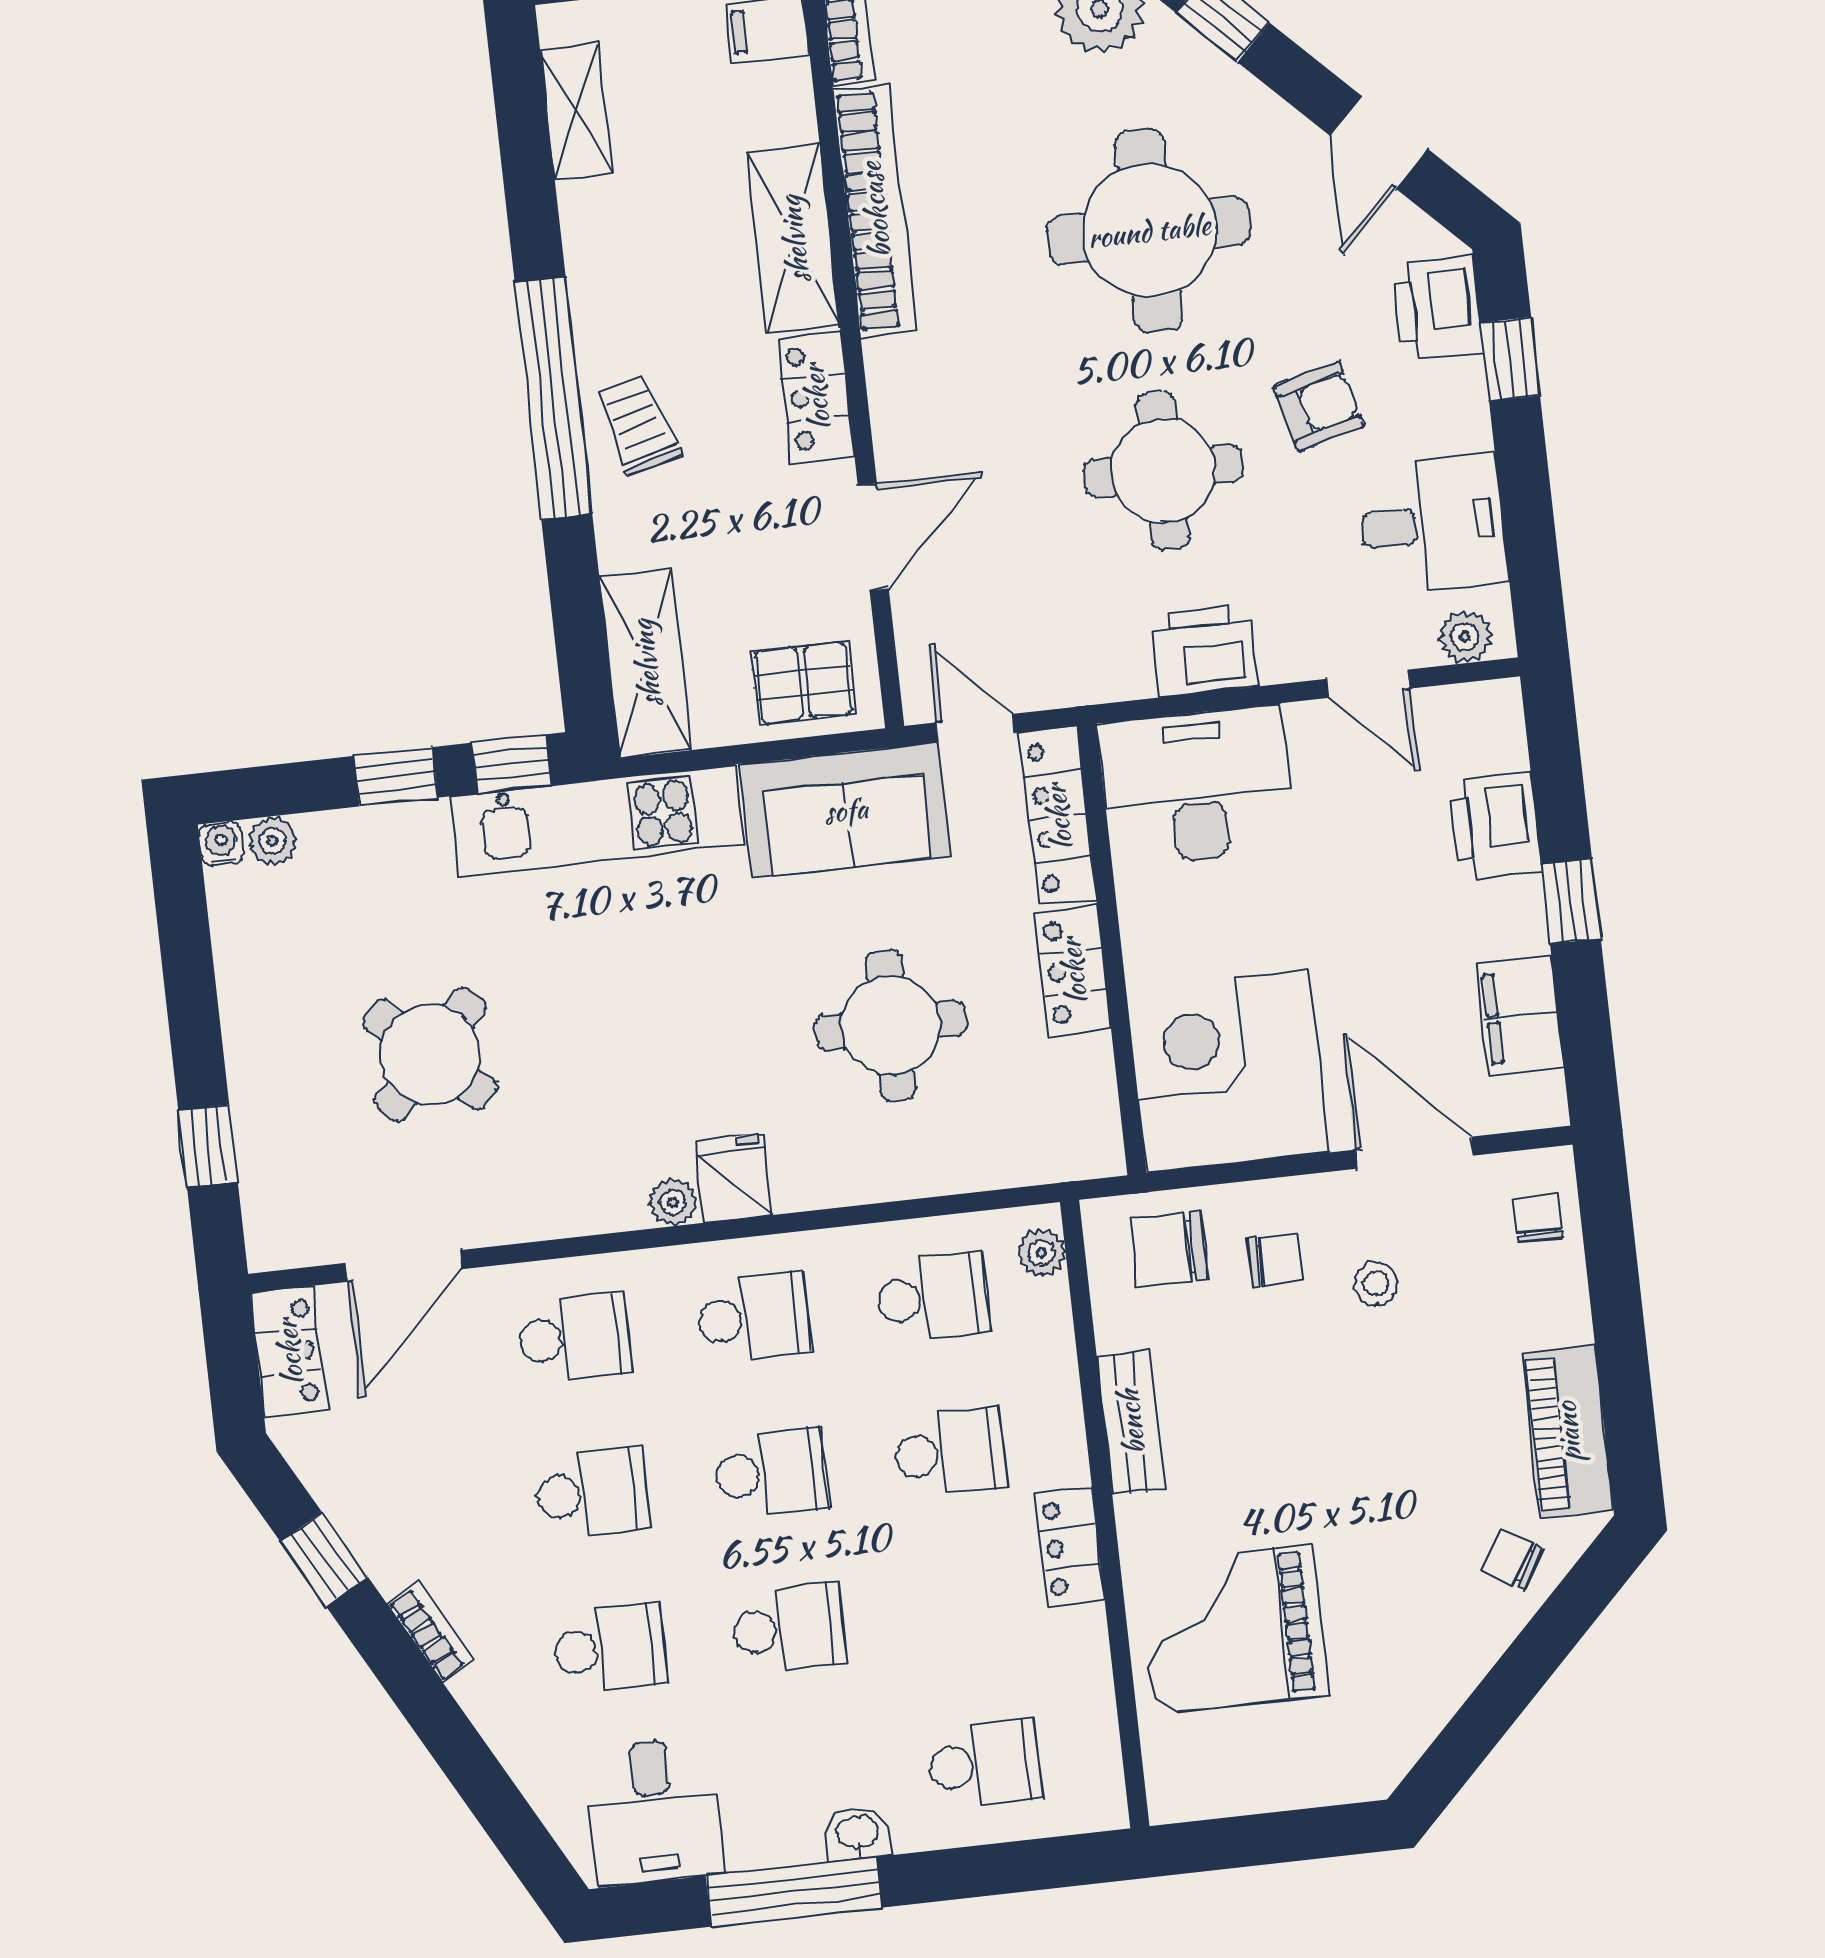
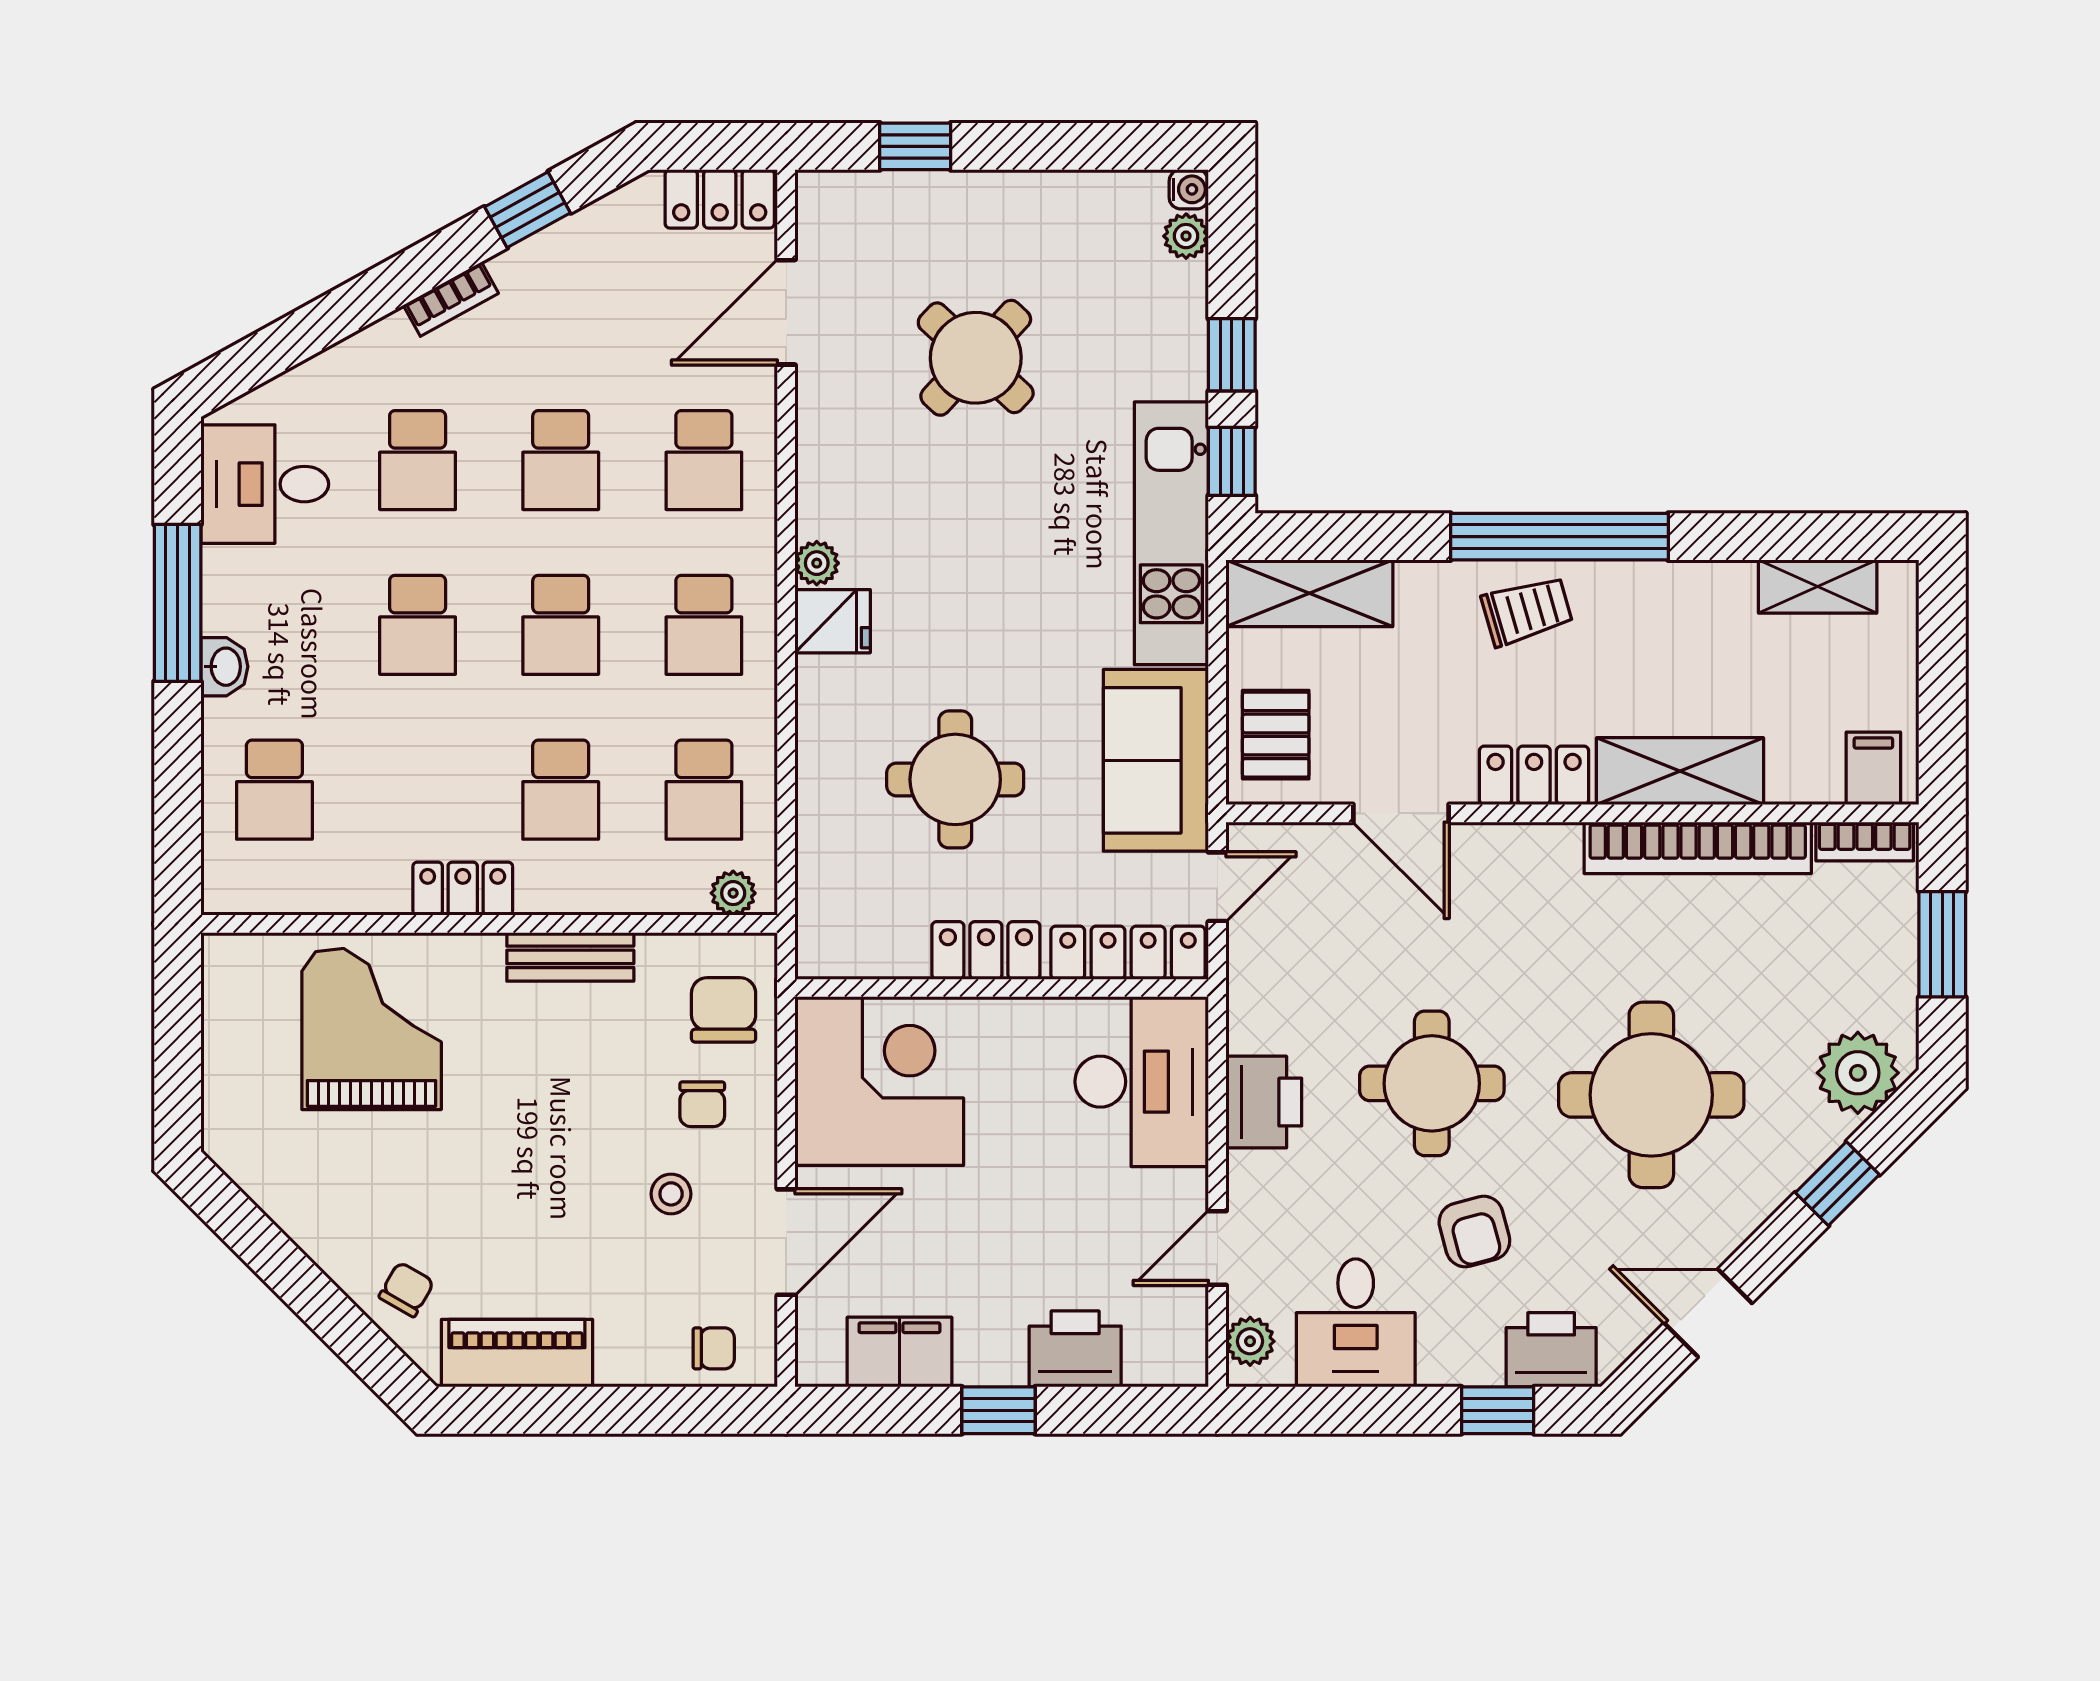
door: (404, 1266) -> (786, 312), hinge flipped

